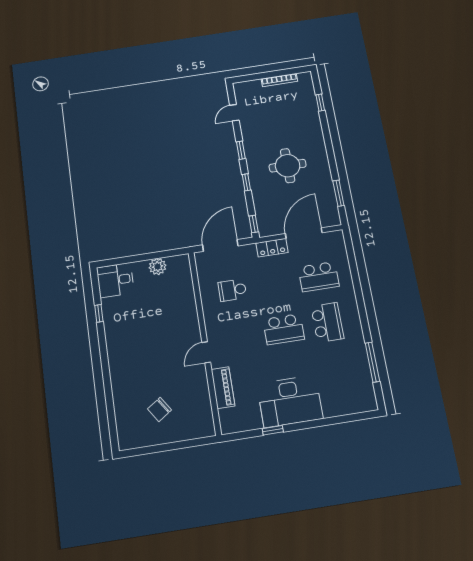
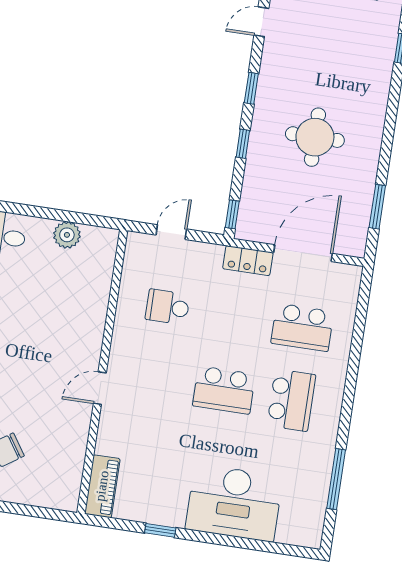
door: (220, 245) -> (171, 232), width x0.53
piano: (223, 388) -> (102, 486), moved
desk: (290, 401) -> (234, 503), moved

